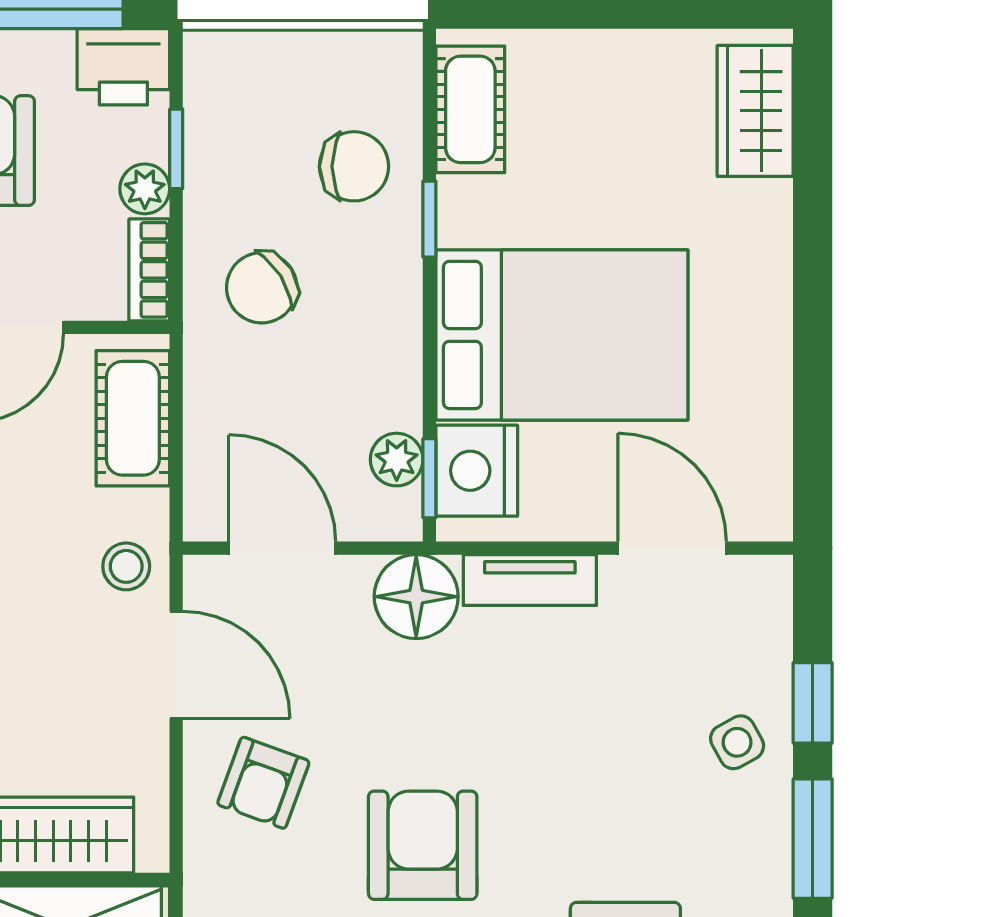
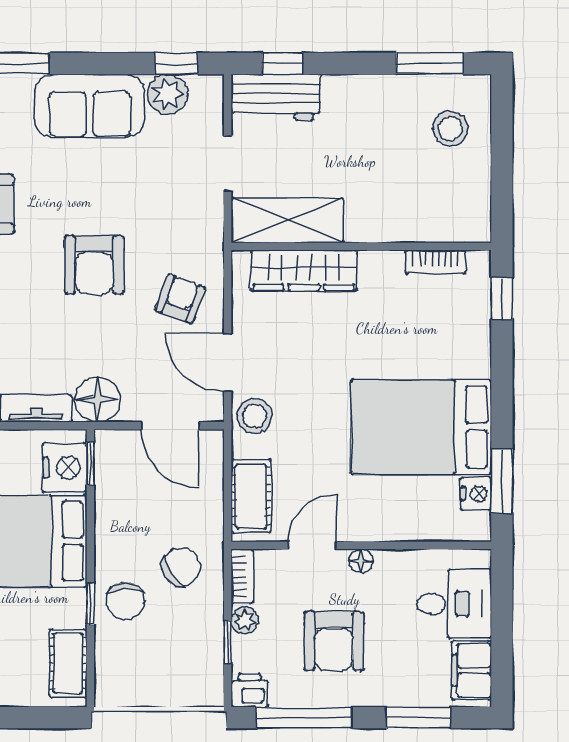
printer: (123, 67) -> (249, 690), width x0.73, depth x0.81
chair: (354, 166) -> (125, 601), moved, turned -90
plant: (397, 460) -> (108, 474), removed
stool: (126, 566) -> (255, 416), width x1.37, depth x1.37

